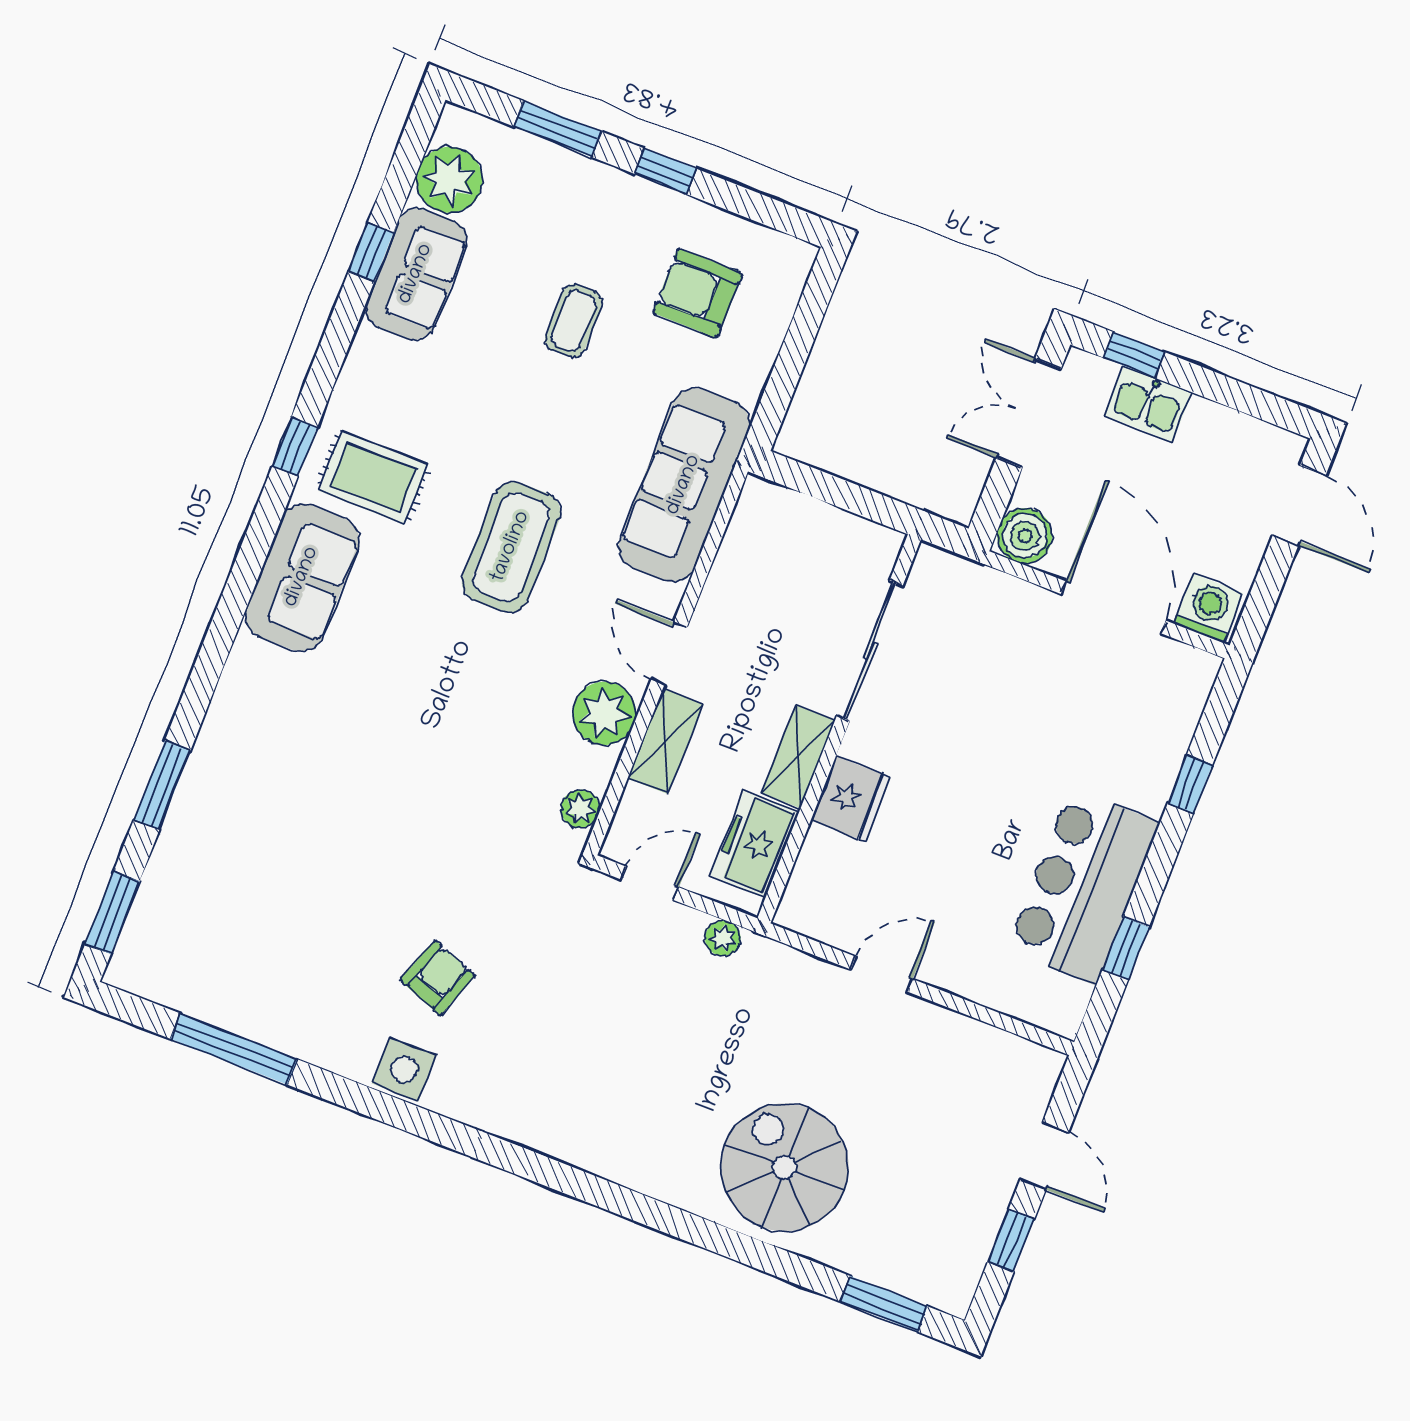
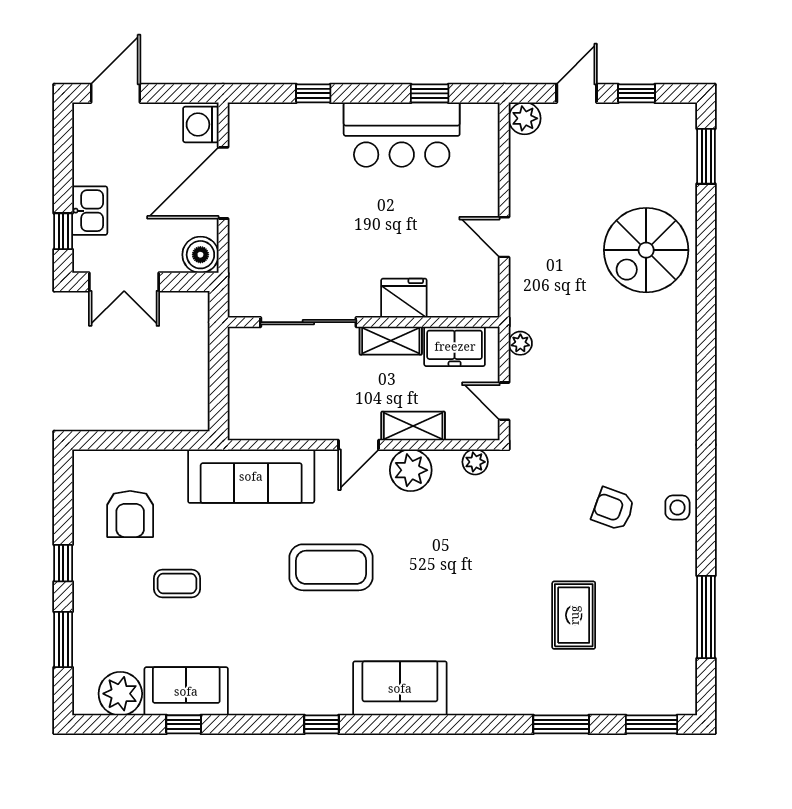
rug: (373, 478) -> (574, 615), moved
side table: (404, 1069) -> (677, 508), width x0.73, depth x0.73
plant: (1038, 1069) -> (525, 118), added

